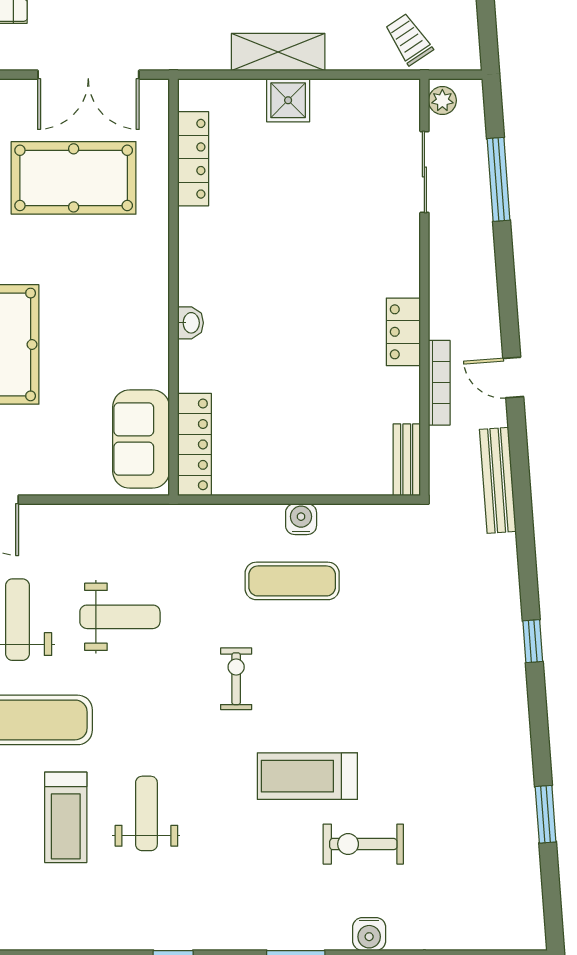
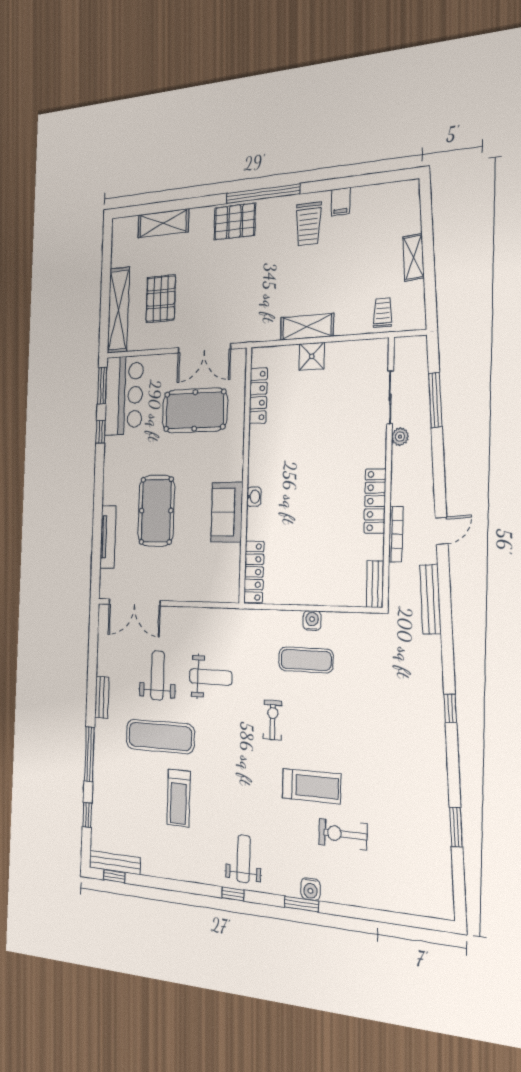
trolley: (409, 39) -> (383, 313), turned 34
plant: (442, 100) -> (400, 437), moved
locker: (403, 332) -> (375, 501), width x1.53
door: (513, 378) -> (442, 531), swing flipped
sofa: (141, 439) -> (227, 512), moved
treadmill: (307, 776) -> (311, 786), turned 180
weight bench: (146, 813) -> (244, 859), moved
water cooler: (369, 934) -> (311, 889), moved

